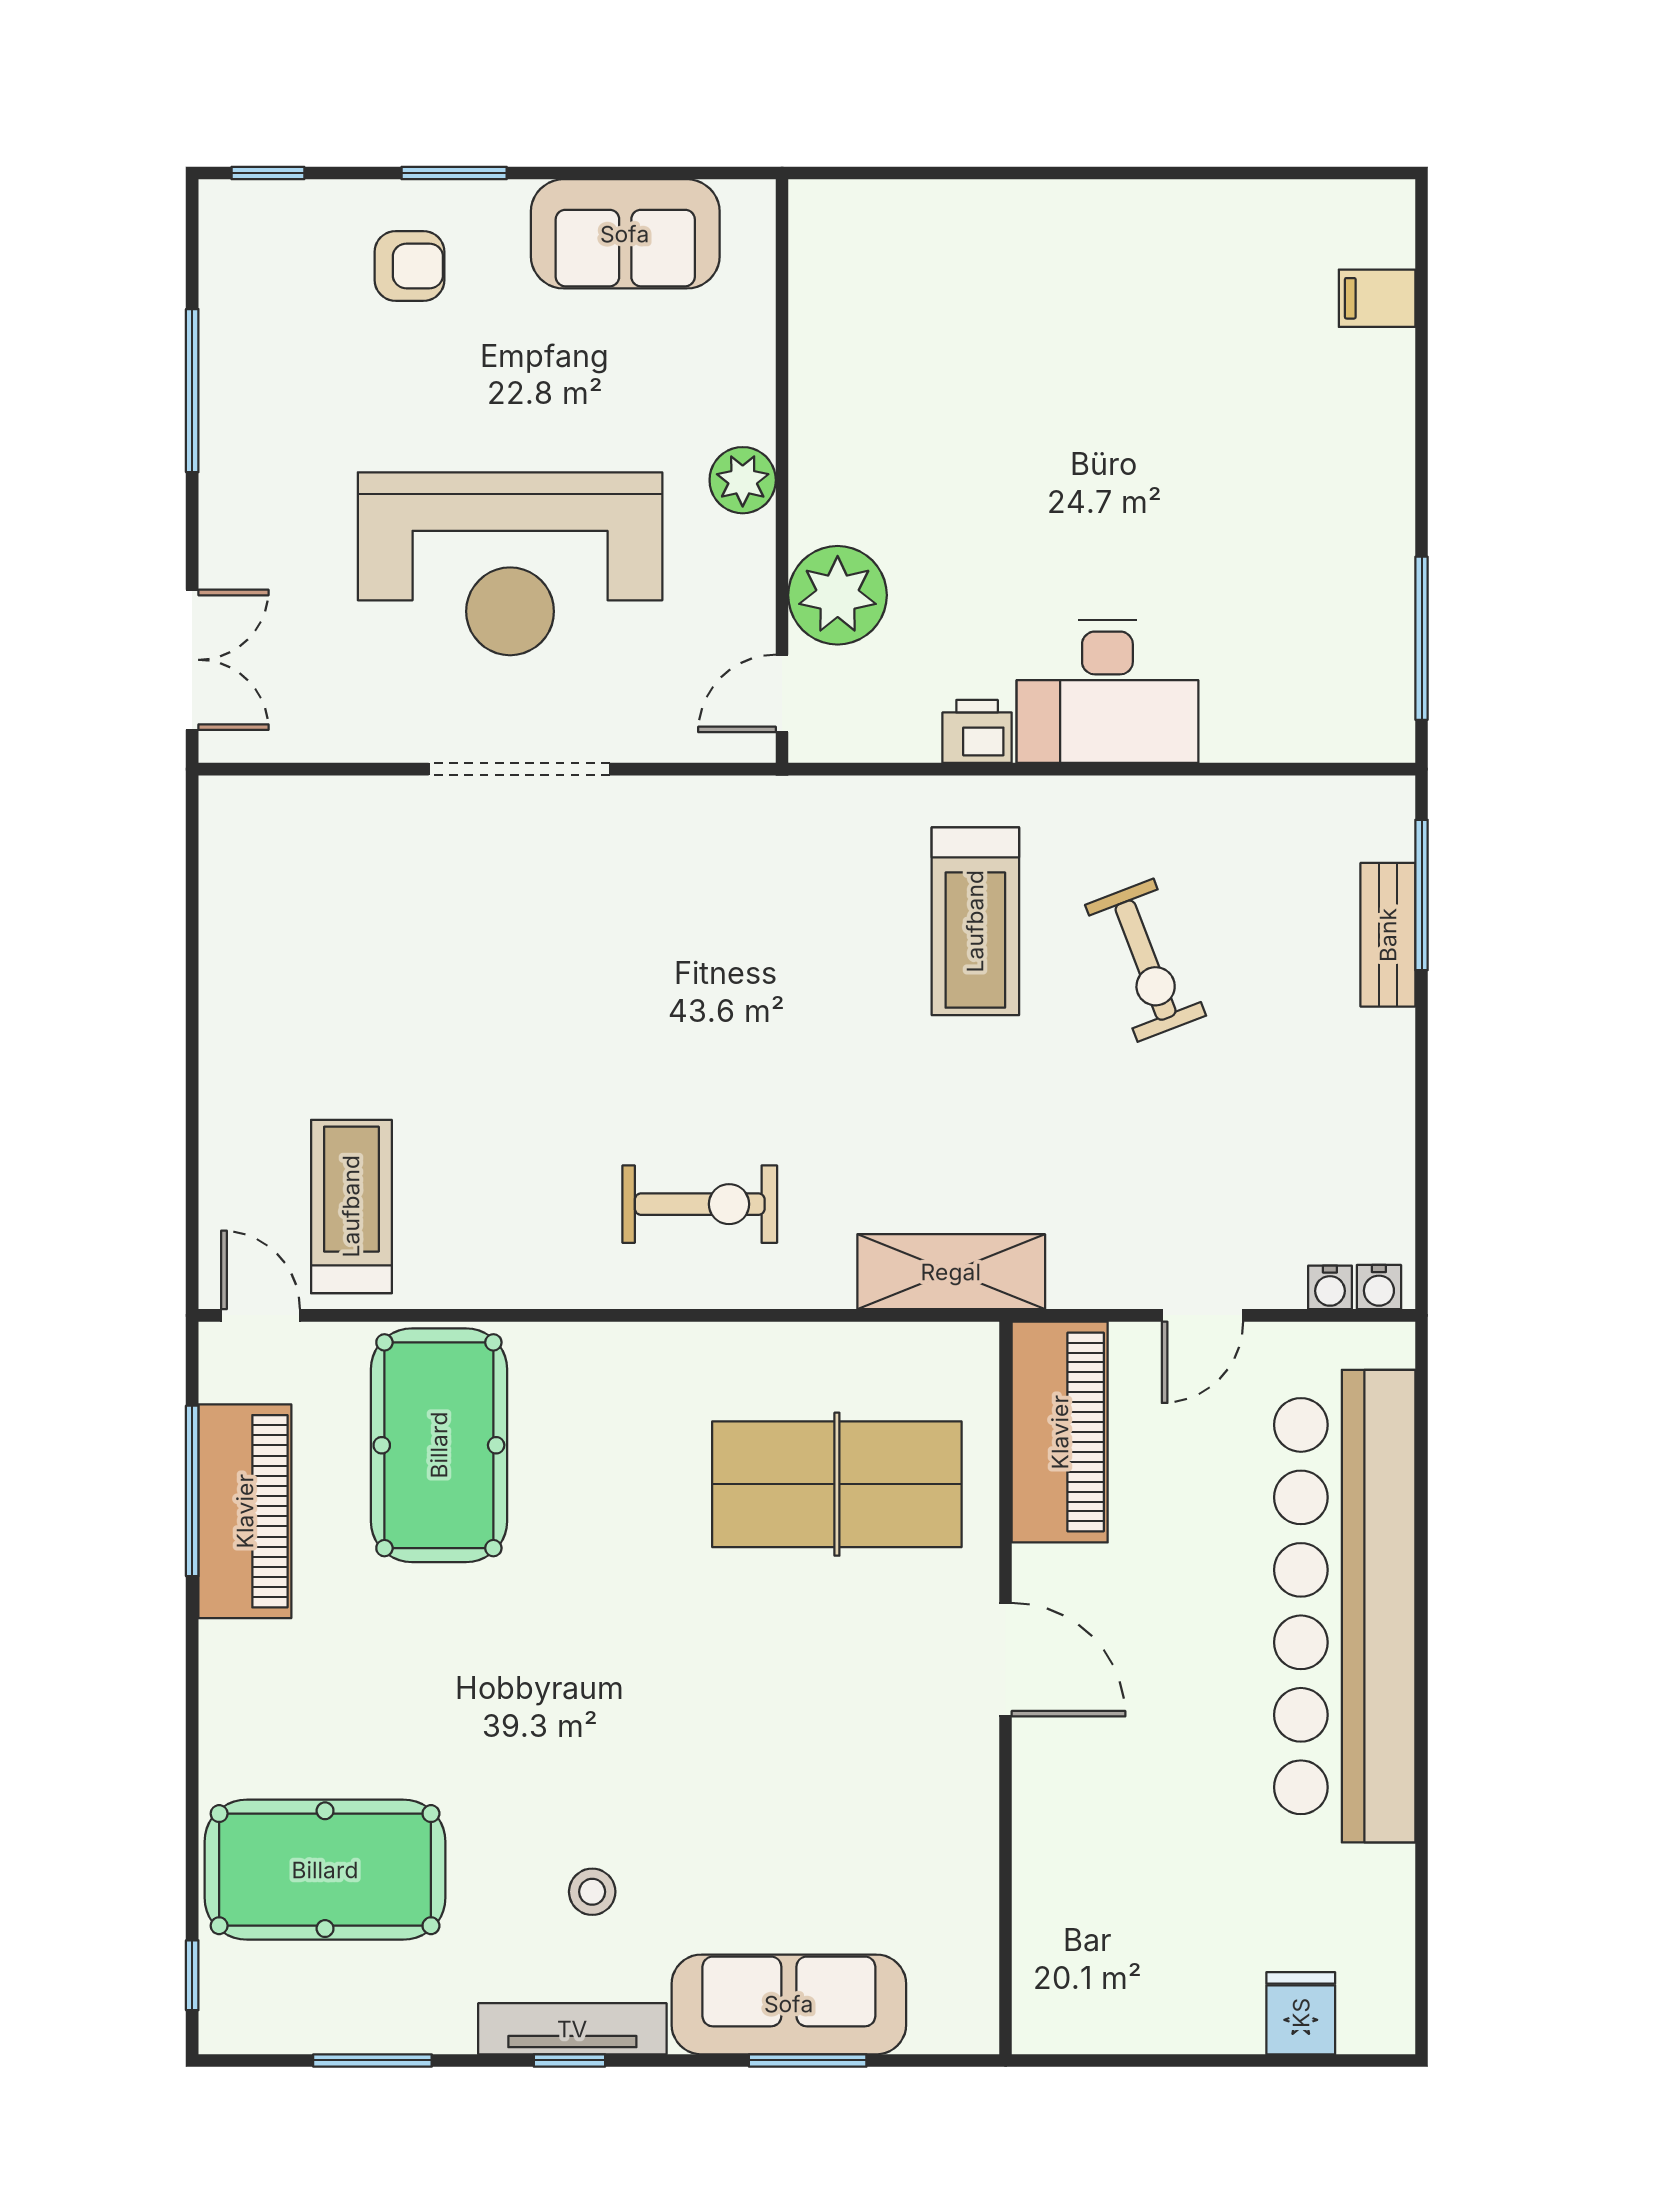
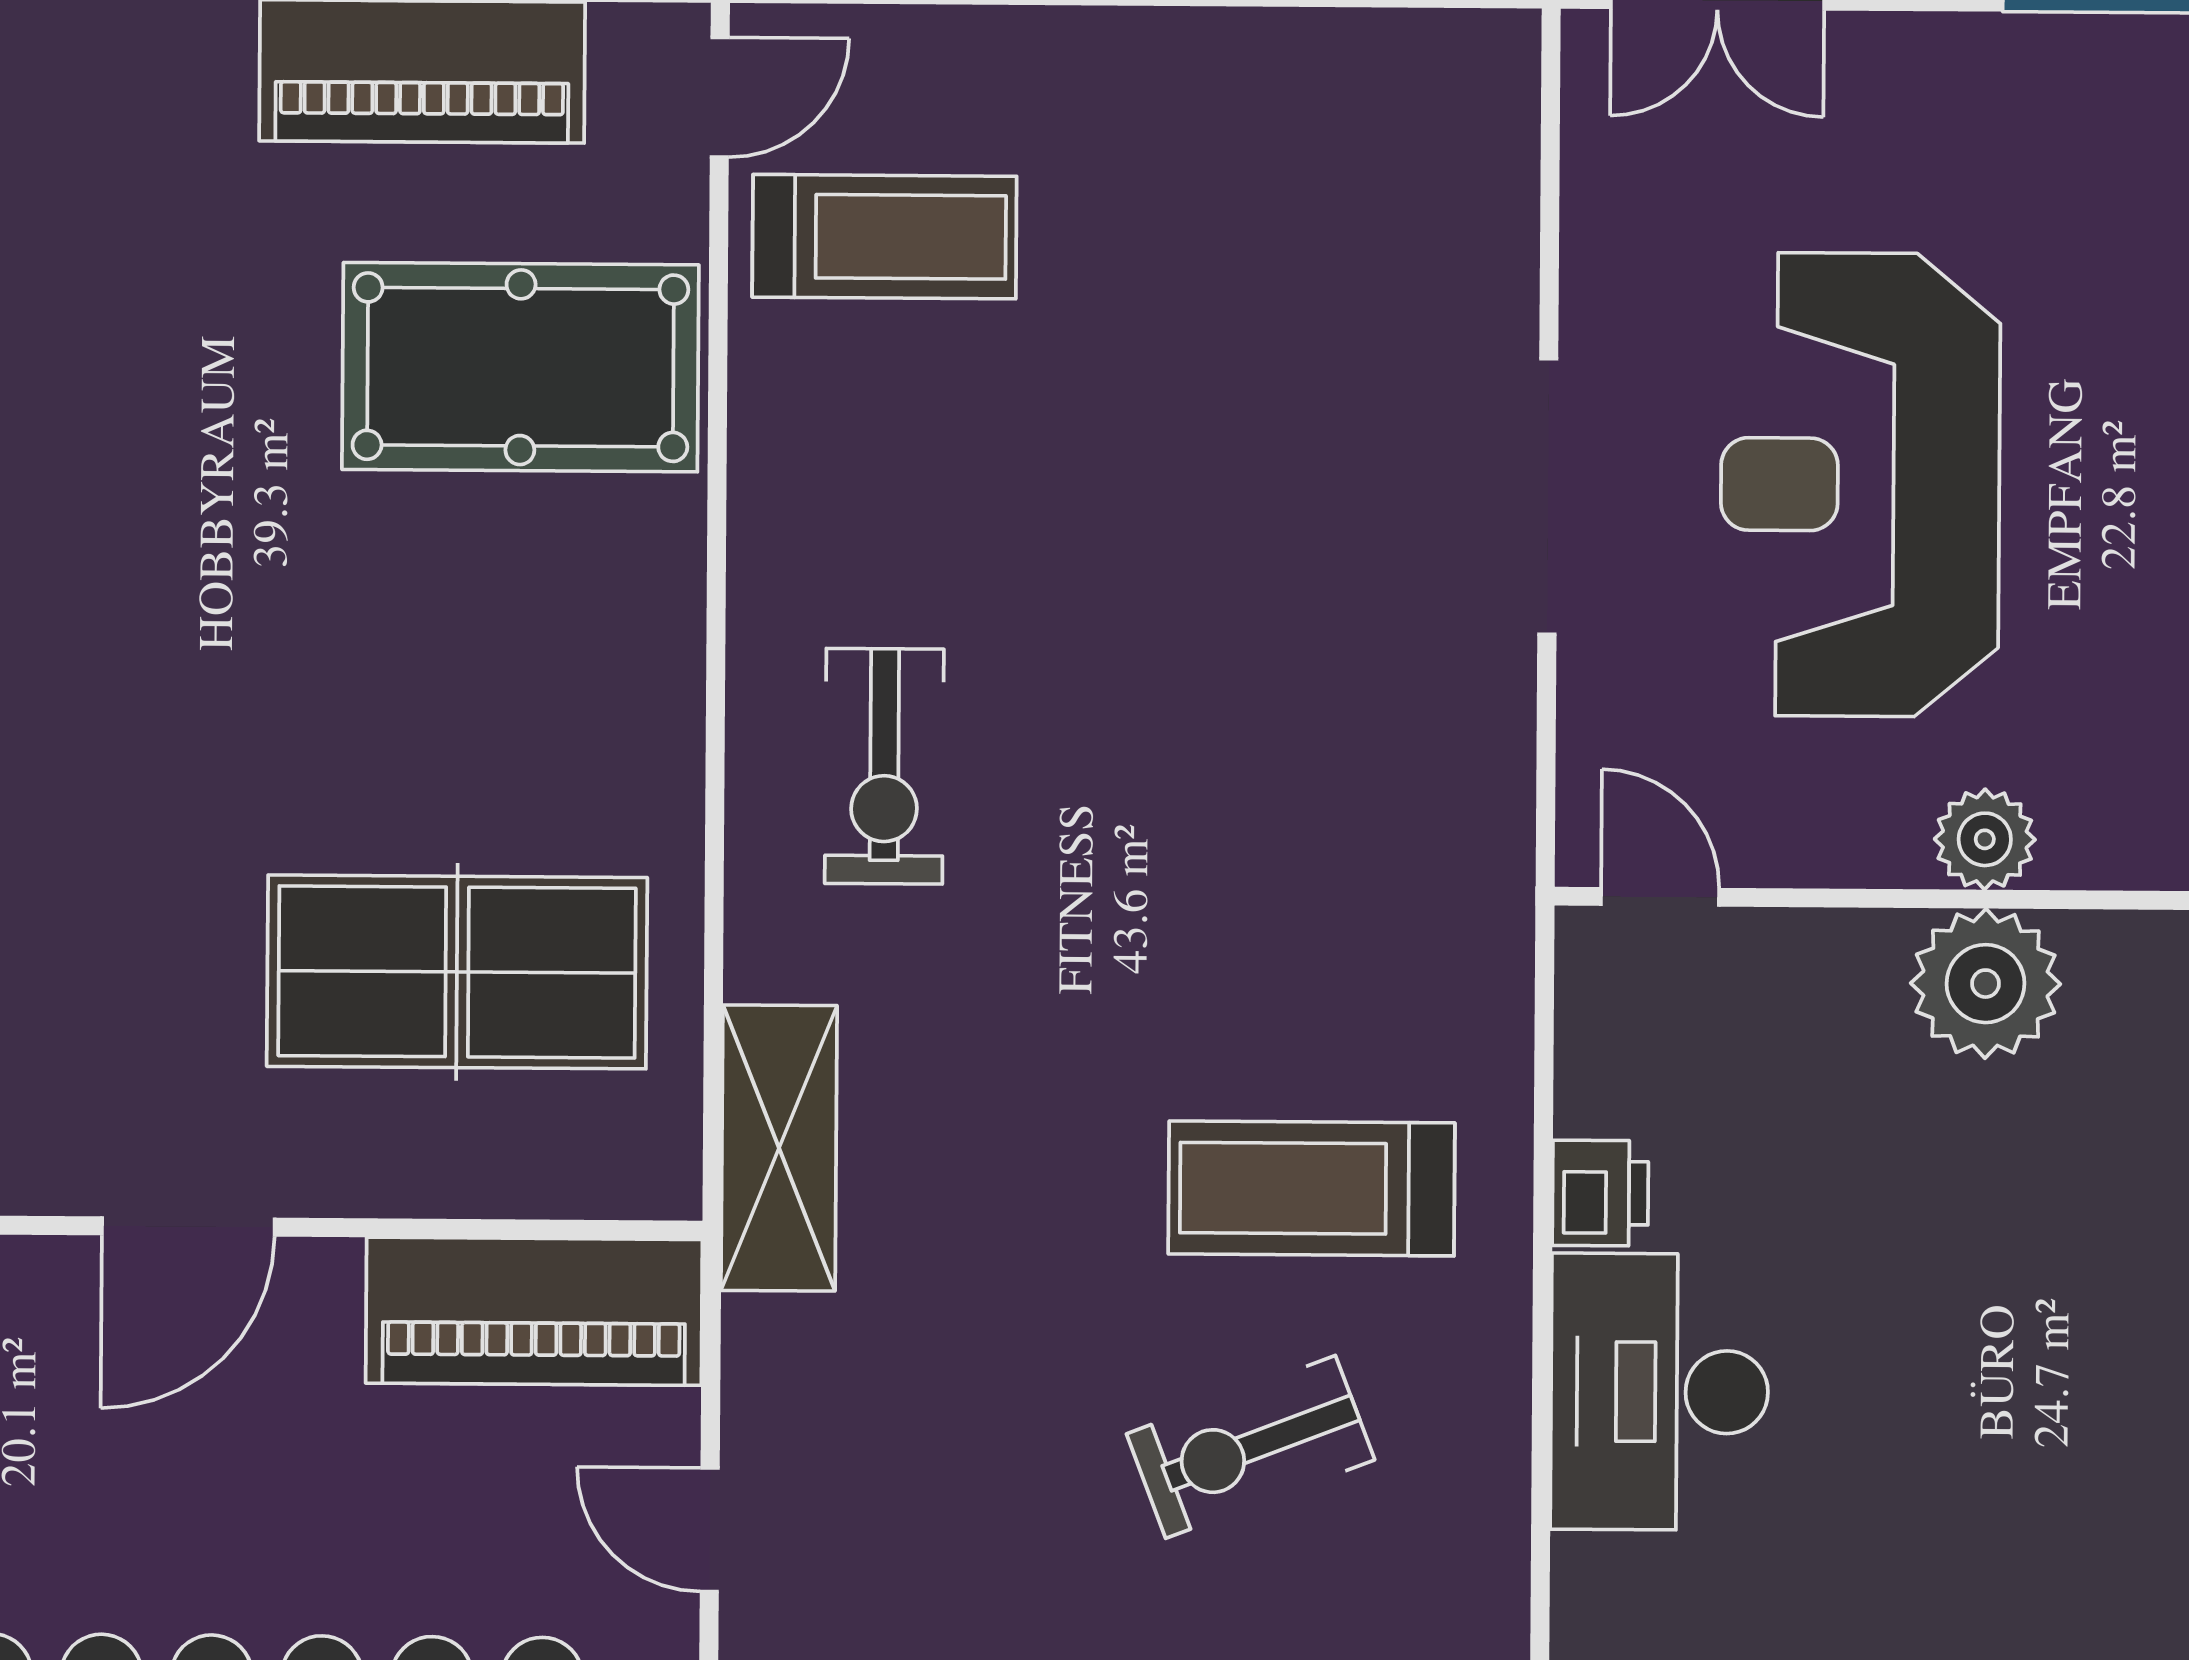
plant: (838, 595) -> (1986, 984), moved
table tennis table: (837, 1484) -> (457, 972), turned 90

